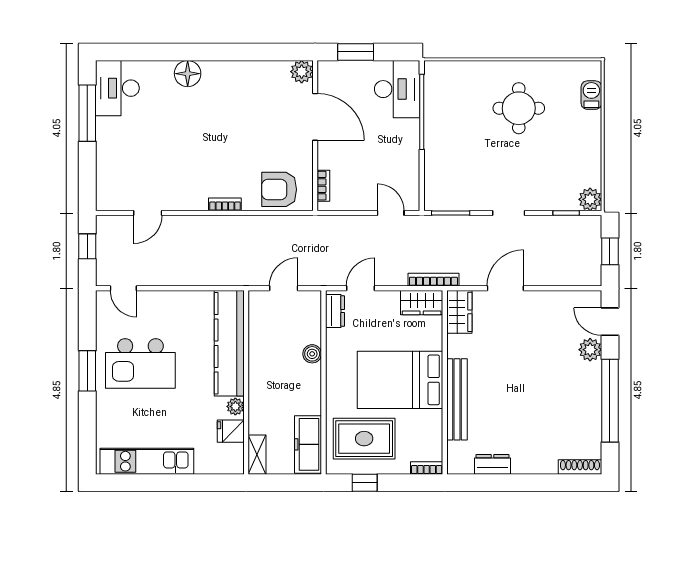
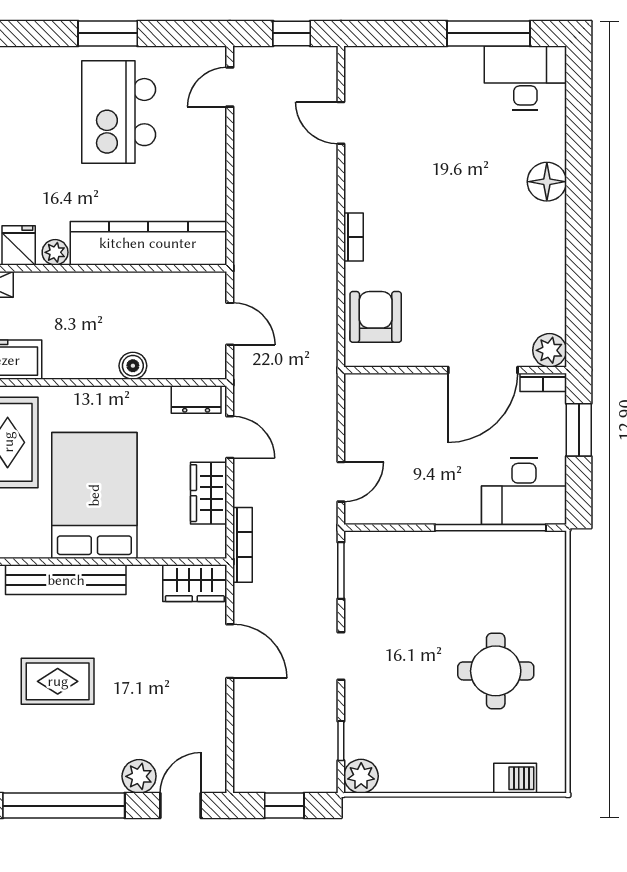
bookcase: (323, 186) -> (543, 382), moved
wardrobe: (422, 303) -> (209, 493), moved
rug: (526, 405) -> (58, 681), added

